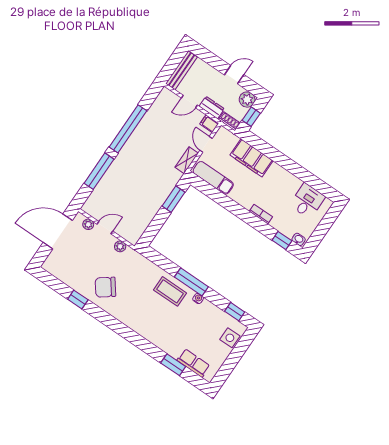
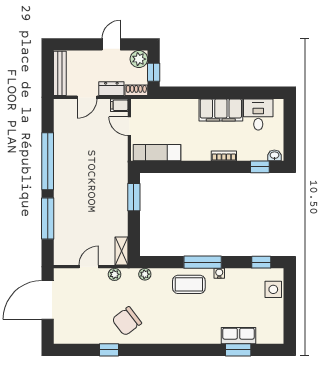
filing cabinet: (251, 158) -> (221, 110), moved
shelving: (187, 160) -> (122, 251), moved
plant: (88, 224) -> (145, 274), moved
row of seats: (193, 363) -> (238, 336), moved

